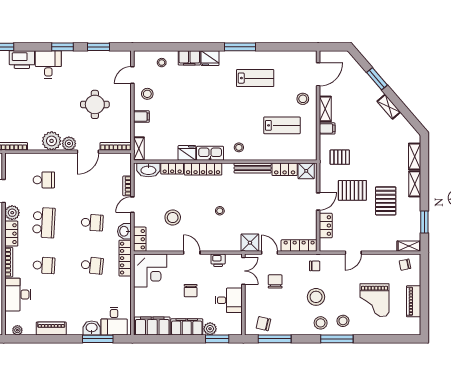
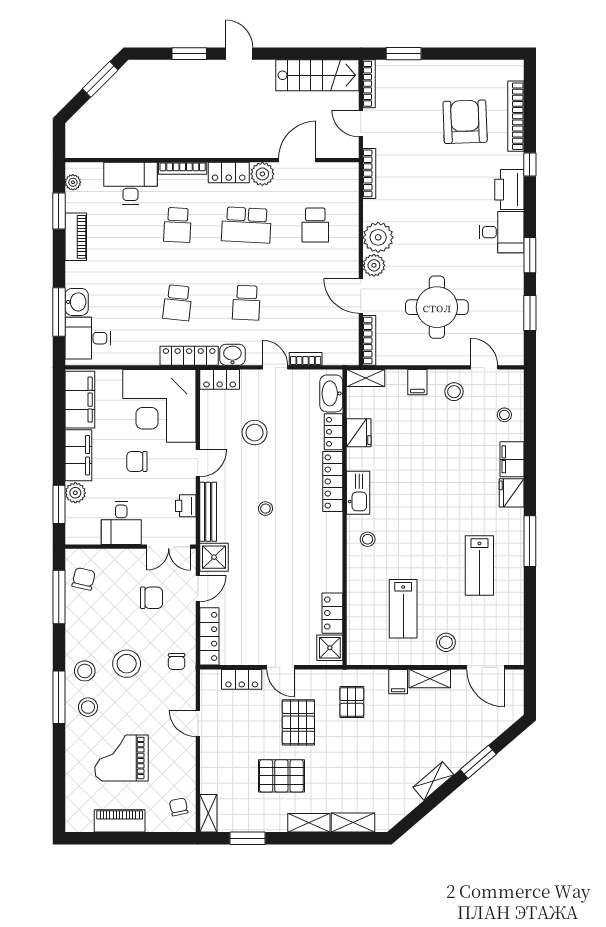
round table: (95, 104) -> (437, 307), width x1.36, depth x1.36
fridge: (187, 153) -> (359, 433), moved
bench: (253, 168) -> (208, 512), moved
corner desk: (150, 271) -> (159, 406), width x1.36, depth x1.36
window: (35, 339) -> (59, 211), added

